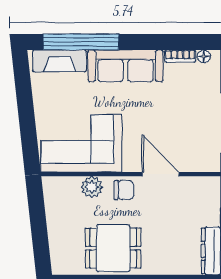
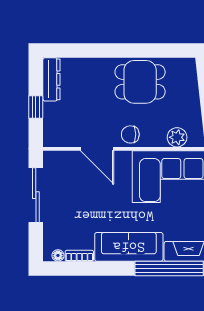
plant: (92, 187) -> (177, 137), moved

